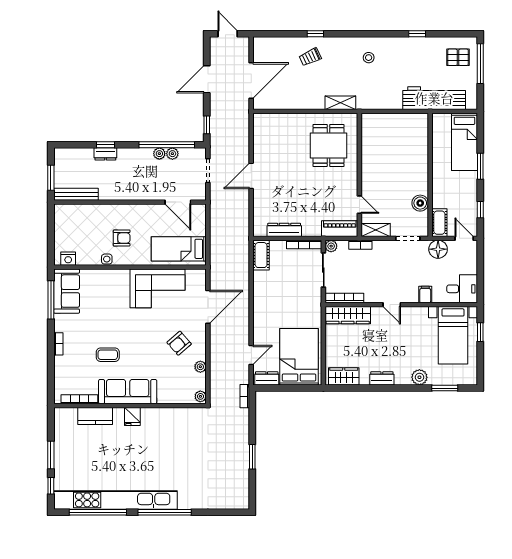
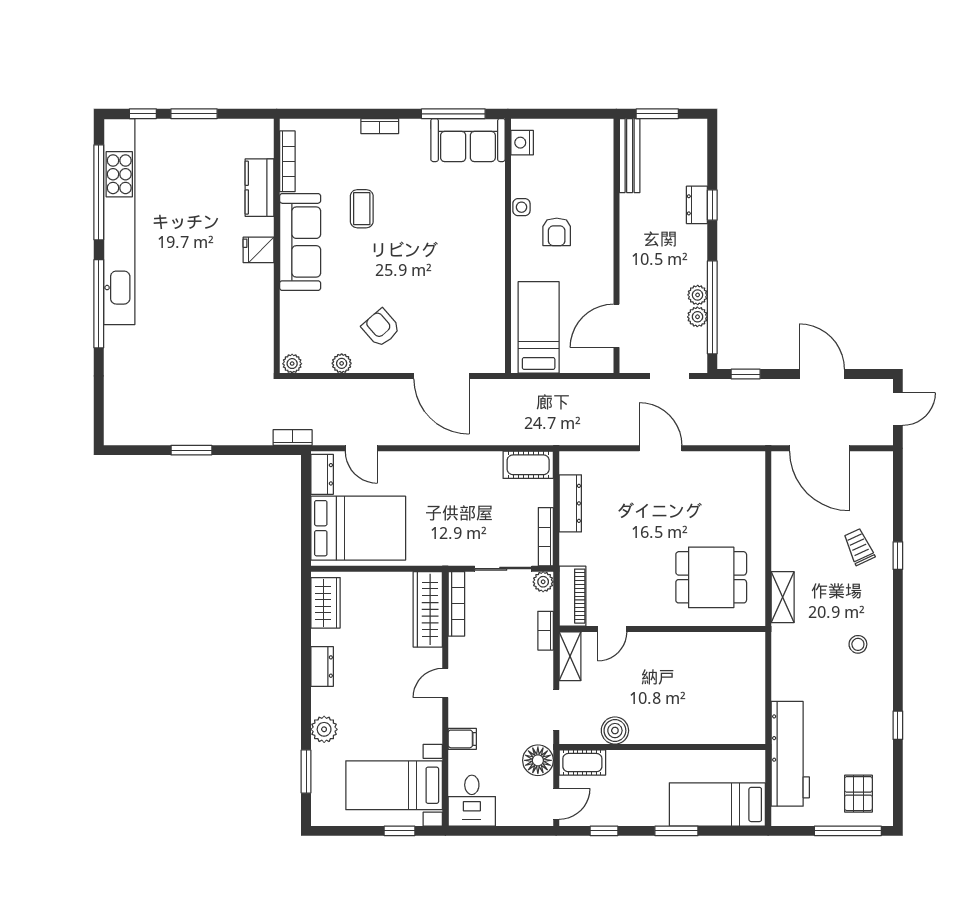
corner sofa: (158, 288) -> (472, 292), removed

